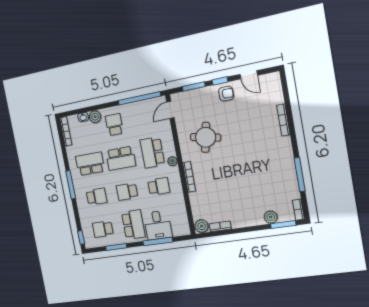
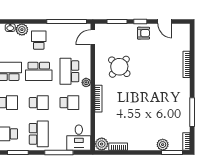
round table: (206, 137) -> (119, 67), turned 30
school desk: (127, 192) -> (39, 103), turned 180
desk: (158, 225) -> (79, 138), moved

